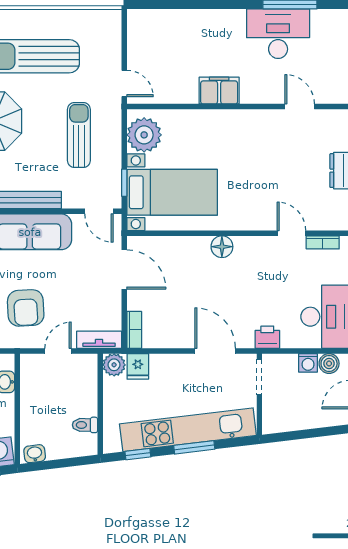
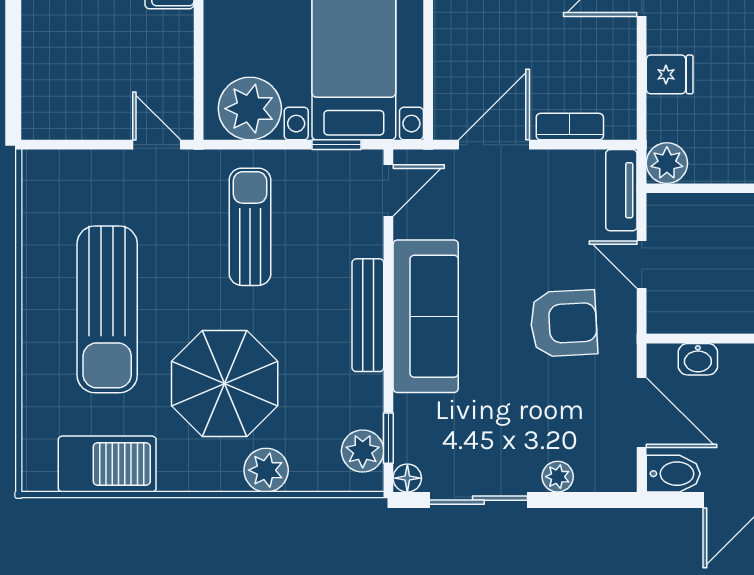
door: (124, 83) -> (157, 145), hinge flipped
sun lounger: (79, 135) -> (250, 227), turned 90
bookcase: (134, 330) -> (570, 127), moved
fridge: (138, 366) -> (670, 74), moved

